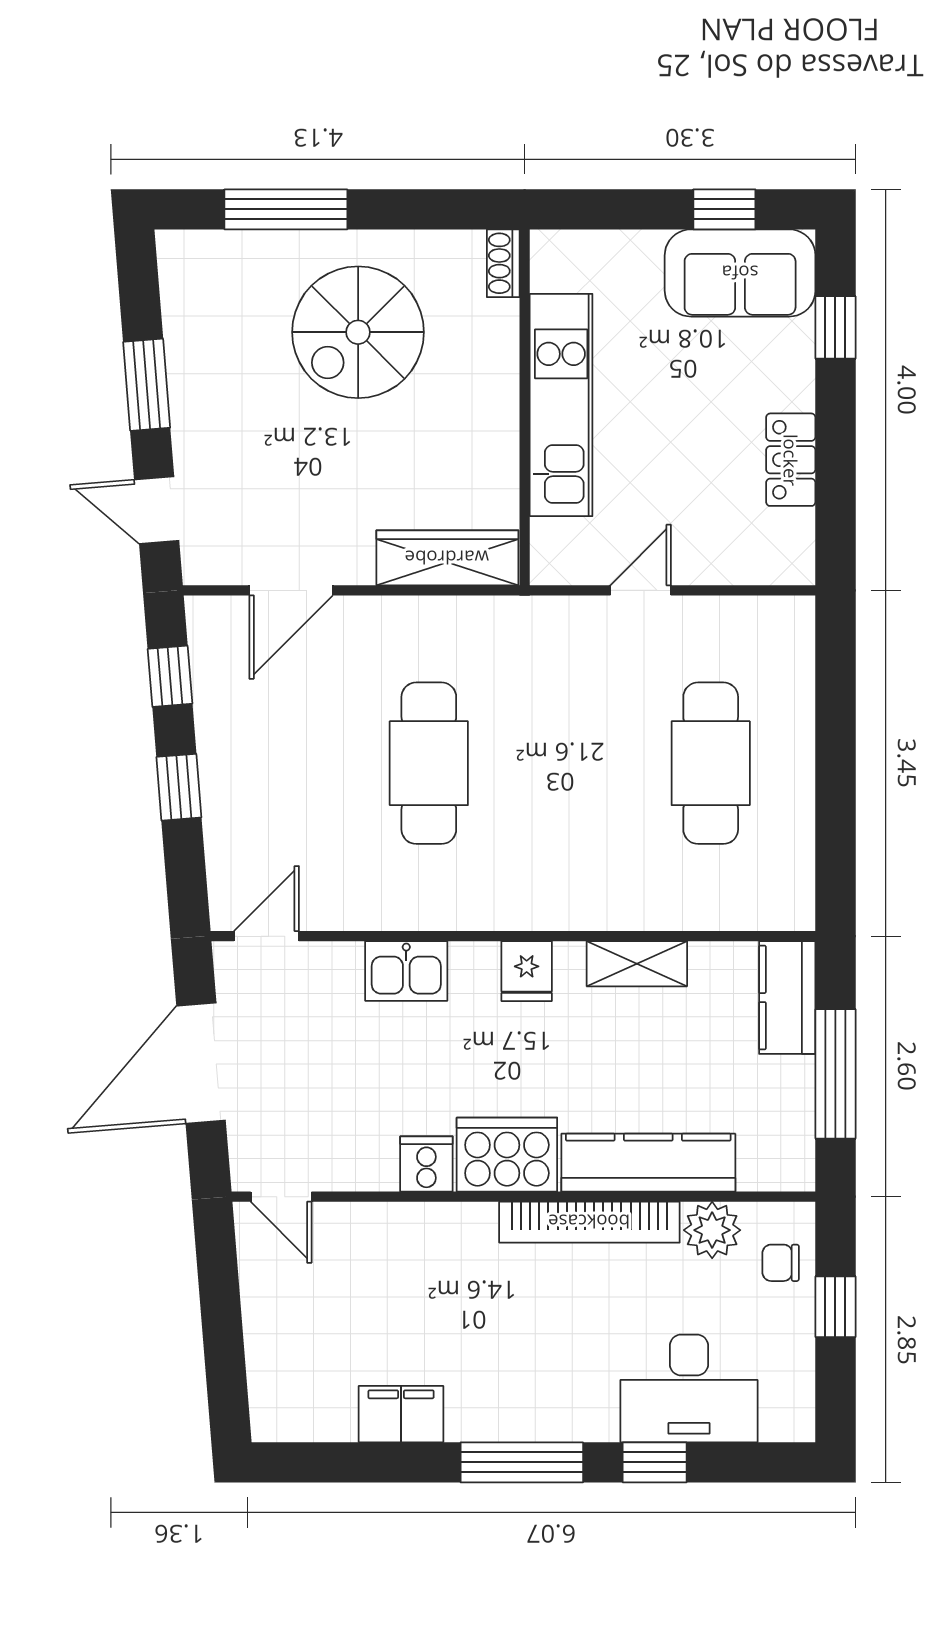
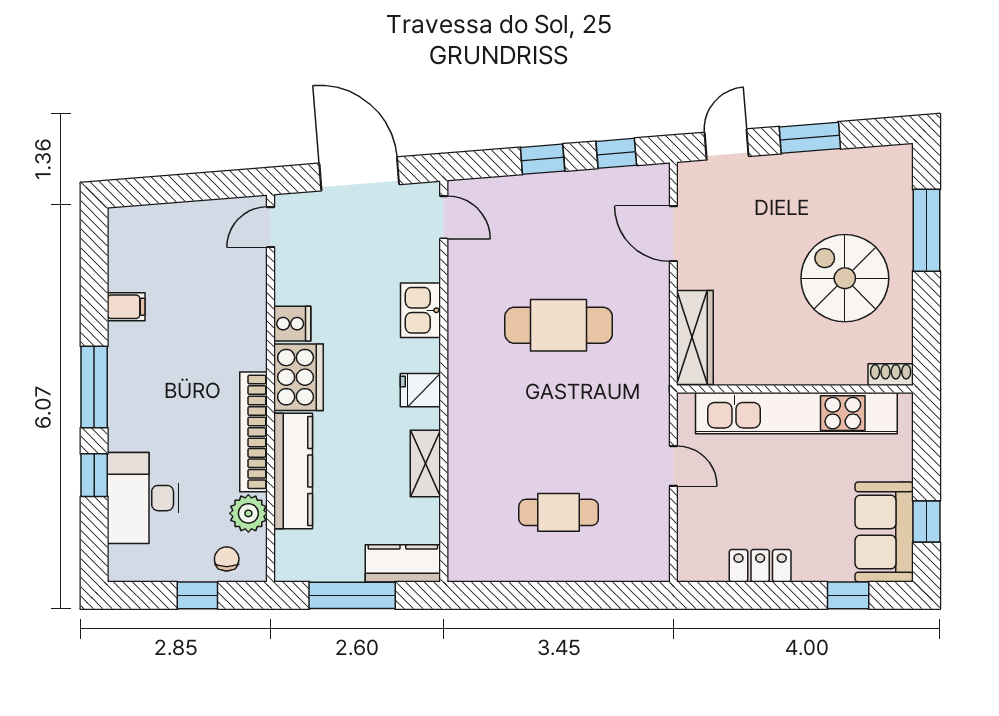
kitchen unit: (561, 405) -> (796, 413), width x1.36
cafe table: (711, 763) -> (559, 512), width x0.73, depth x0.74
filing cabinet: (401, 1414) -> (126, 307), width x0.50

